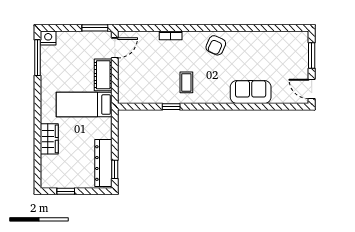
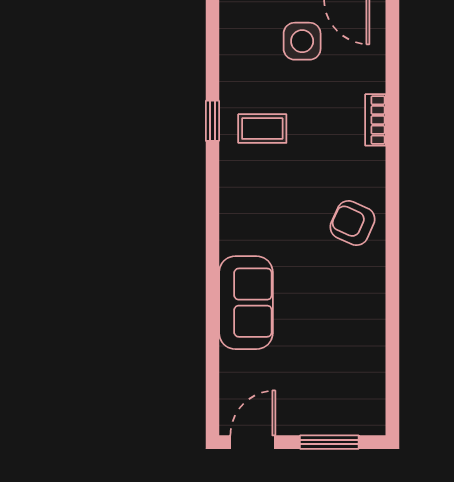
side table: (136, 67) -> (302, 41), added
coffee table: (186, 82) -> (262, 129), moved

